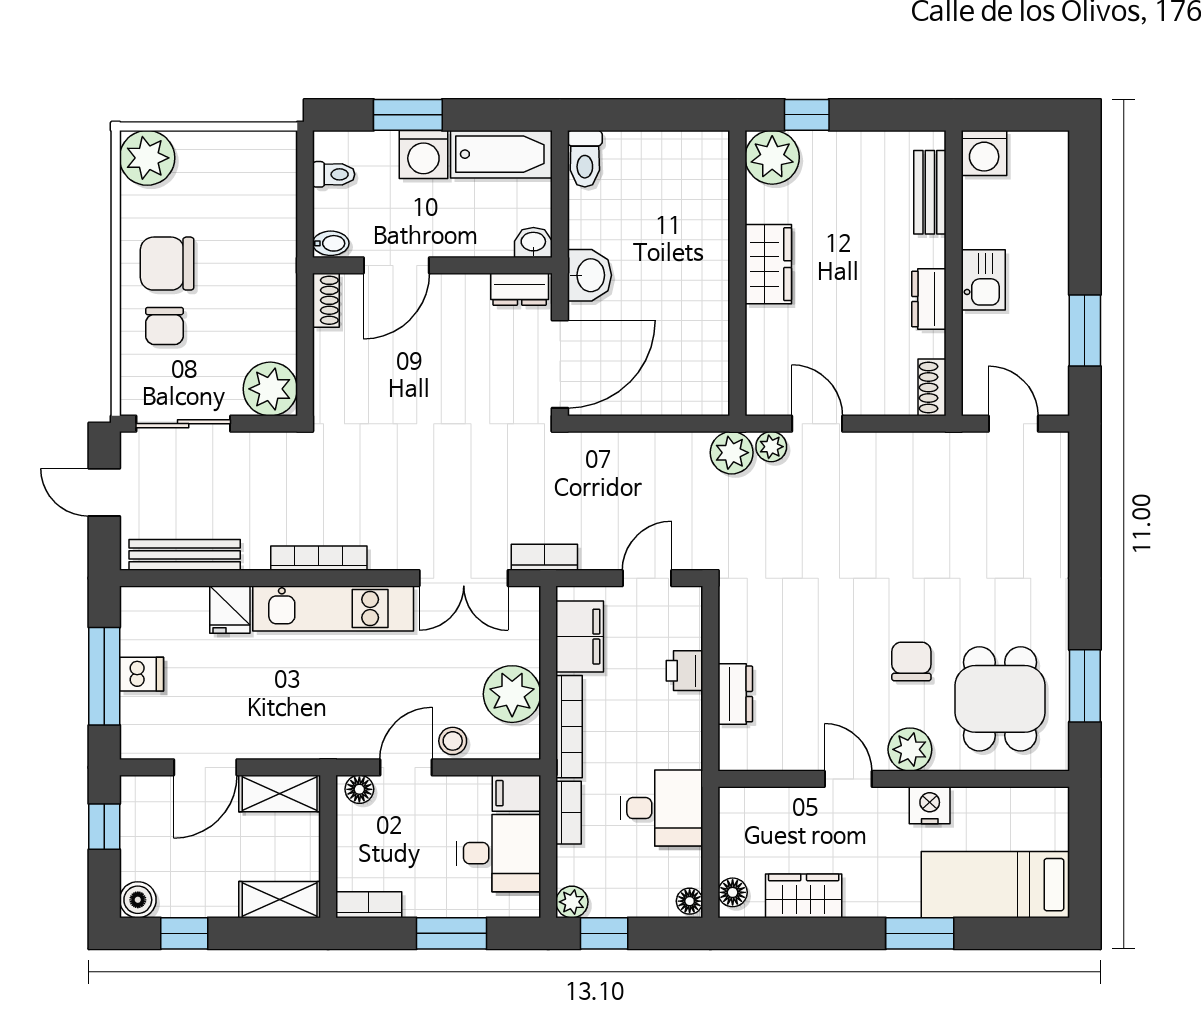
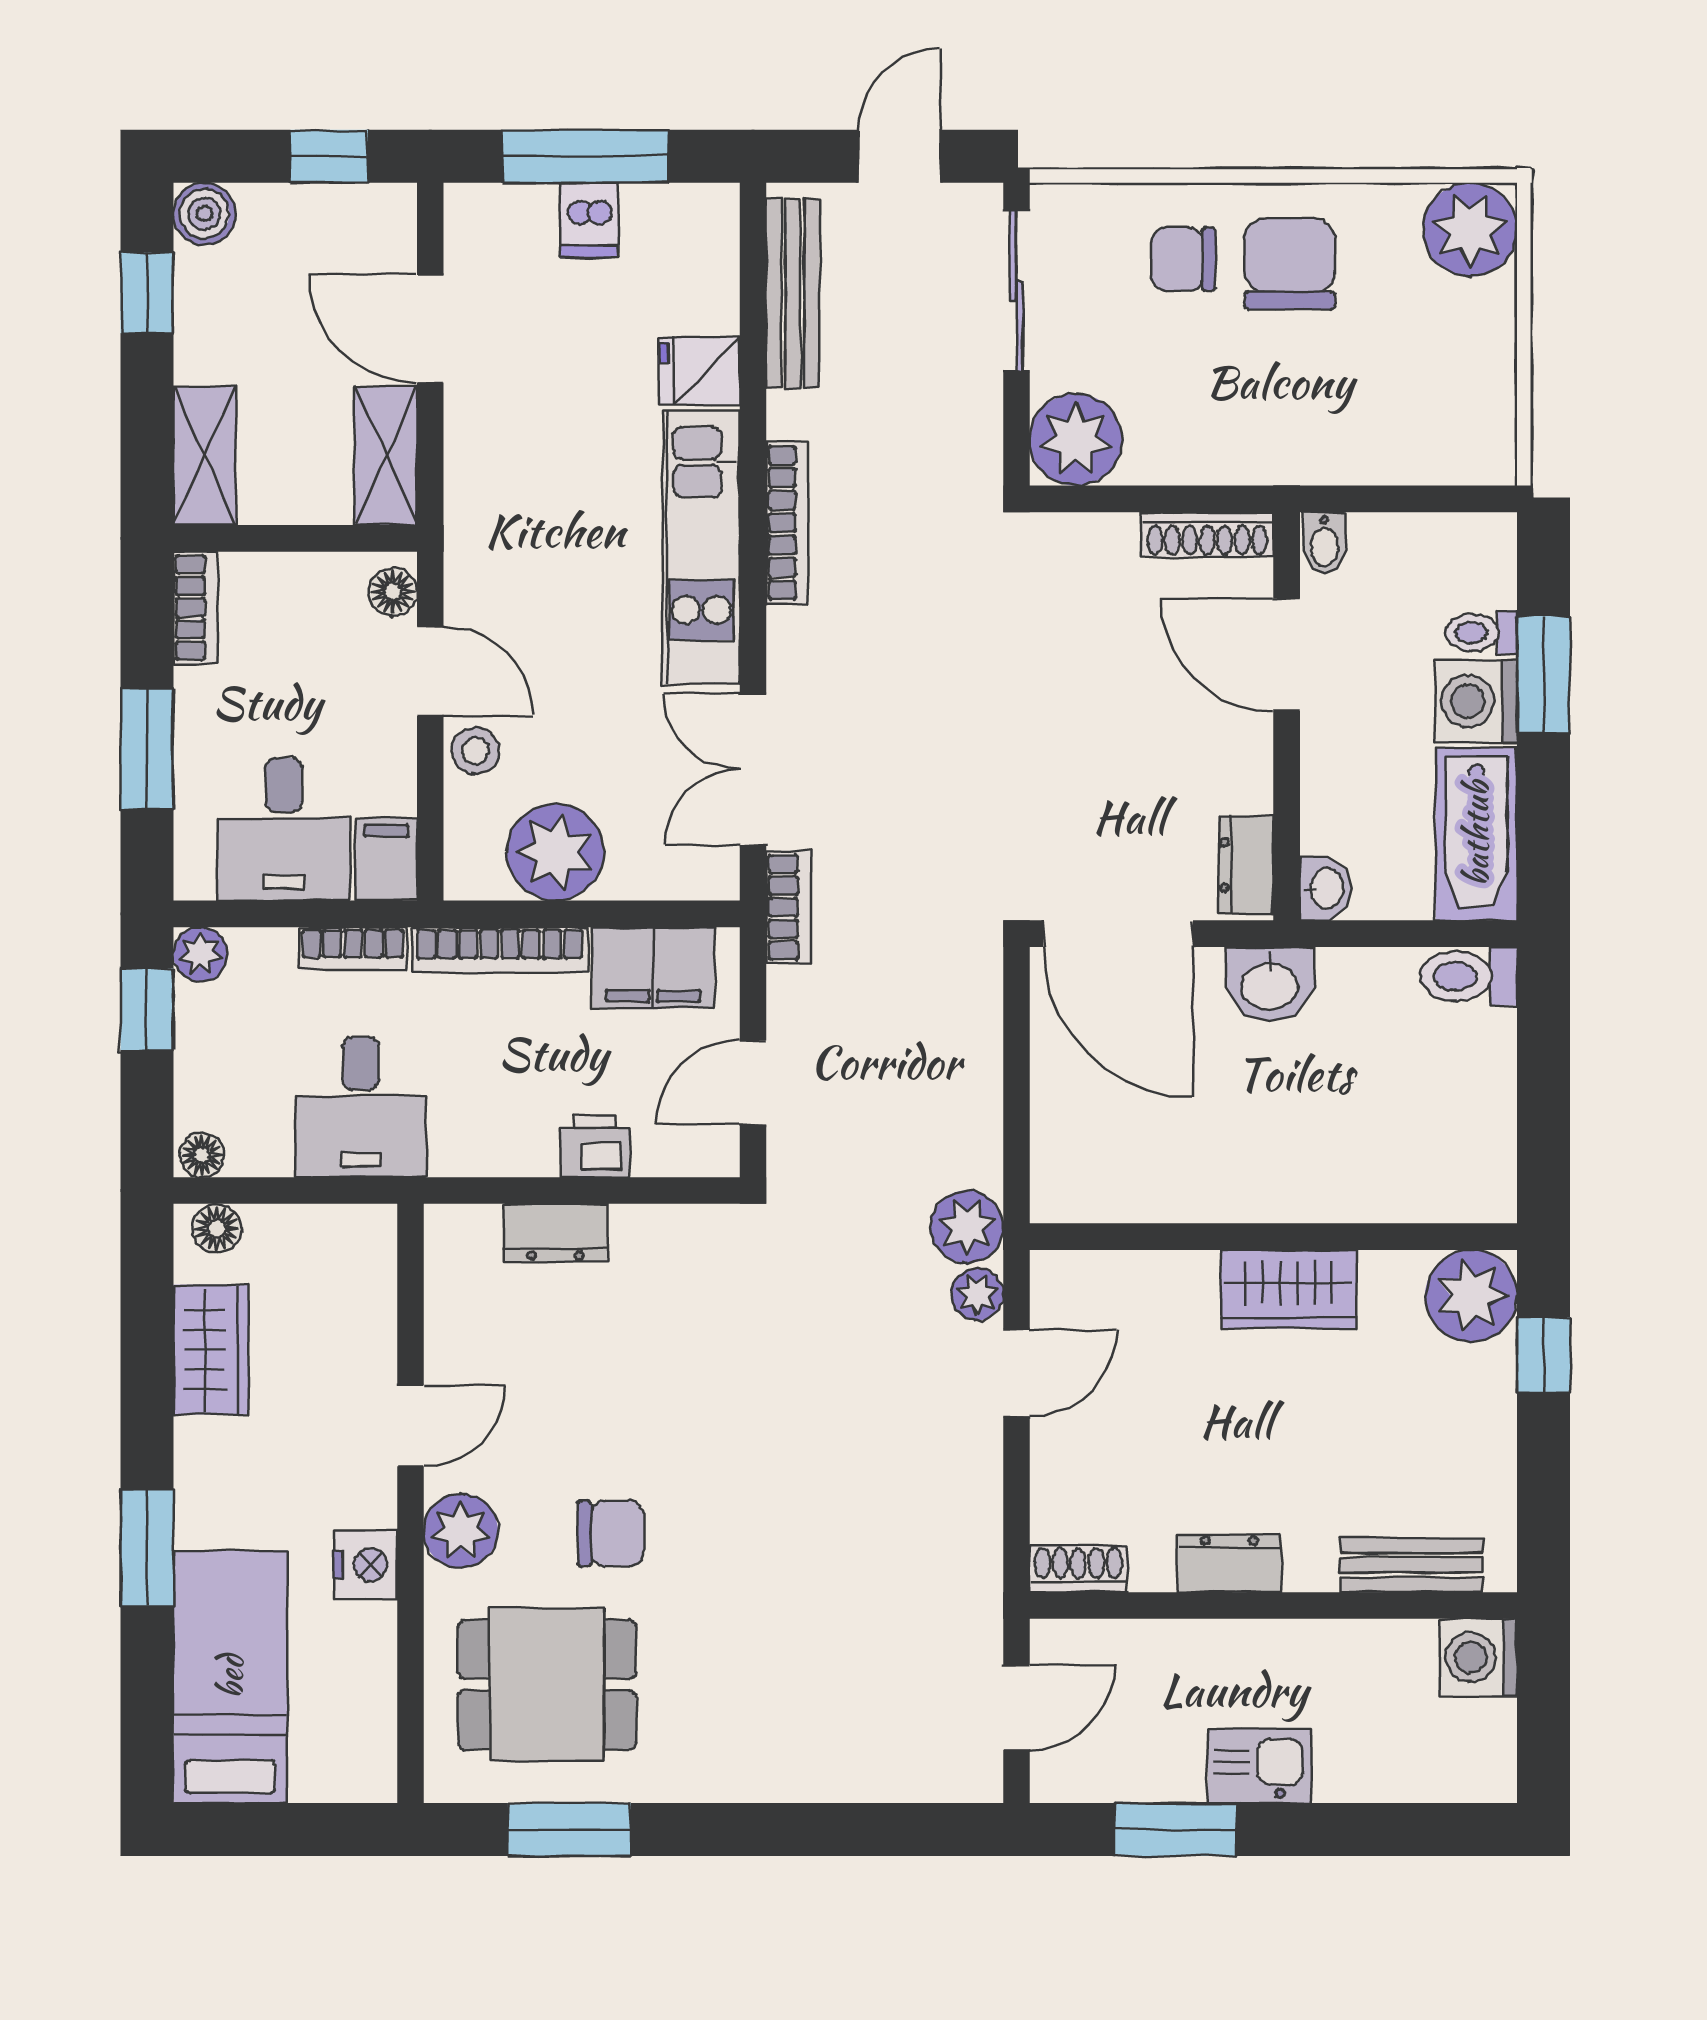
toilet: (334, 174) -> (1481, 633), moved, turned 90
kitchen sink: (983, 280) -> (1259, 1766), moved, turned 180
shoe rack: (326, 300) -> (1207, 535), width x1.43
door: (647, 578) -> (753, 1082), swing flipped

